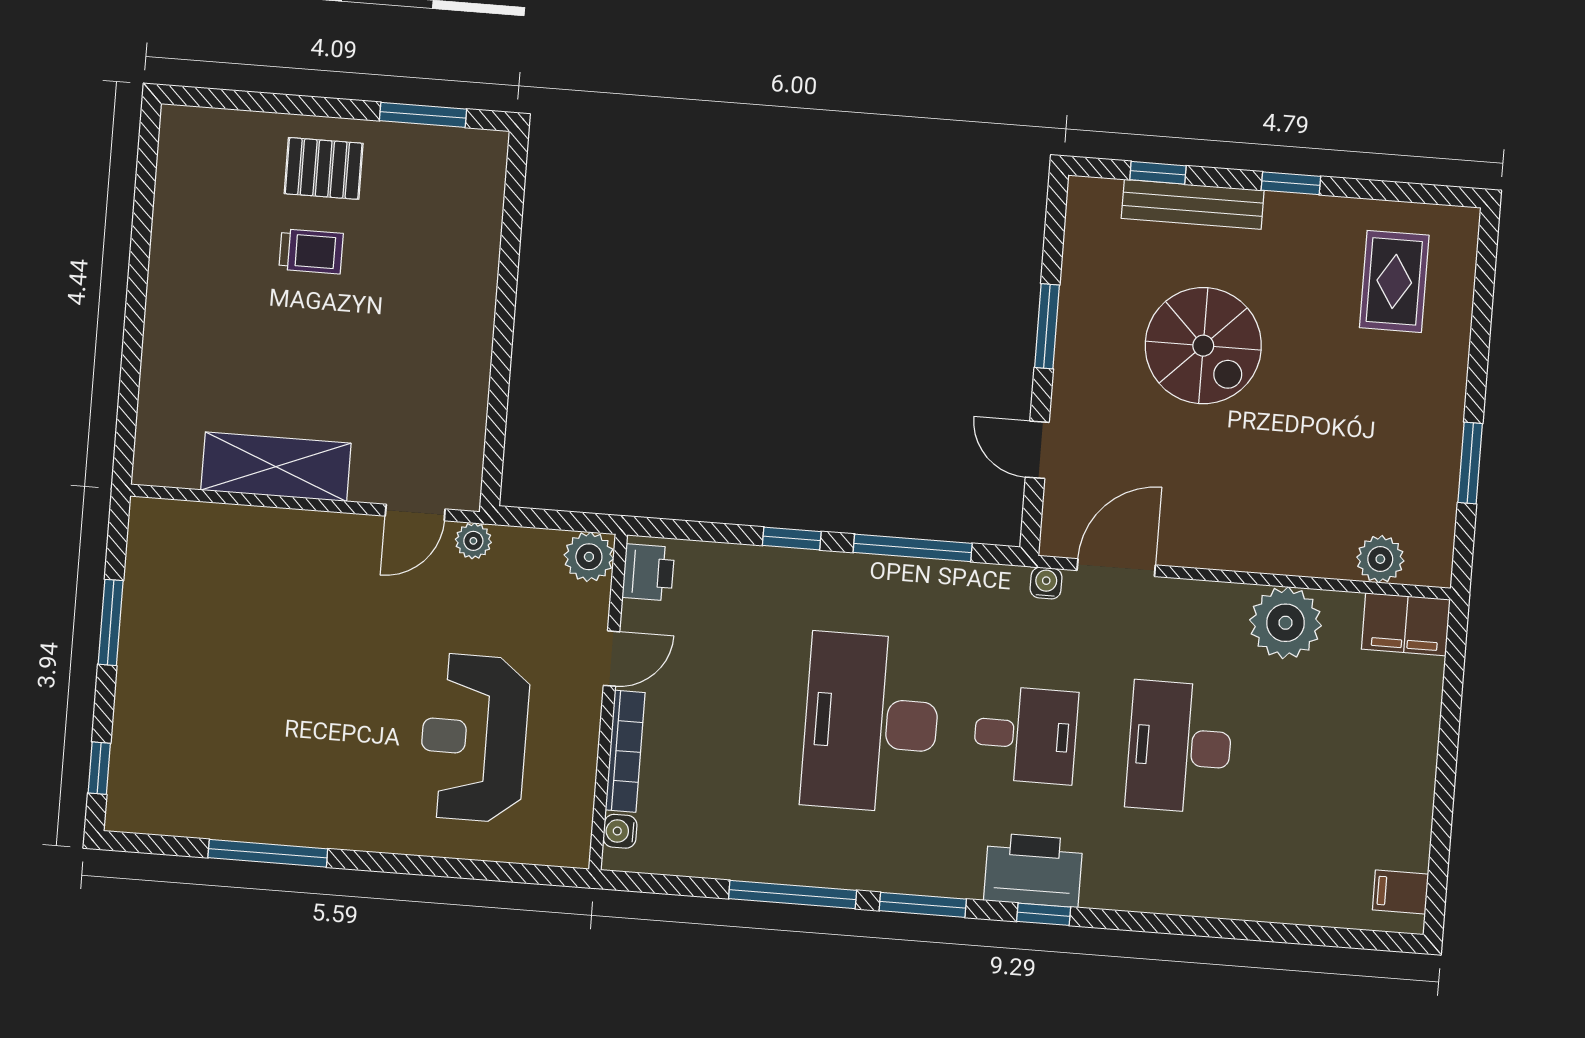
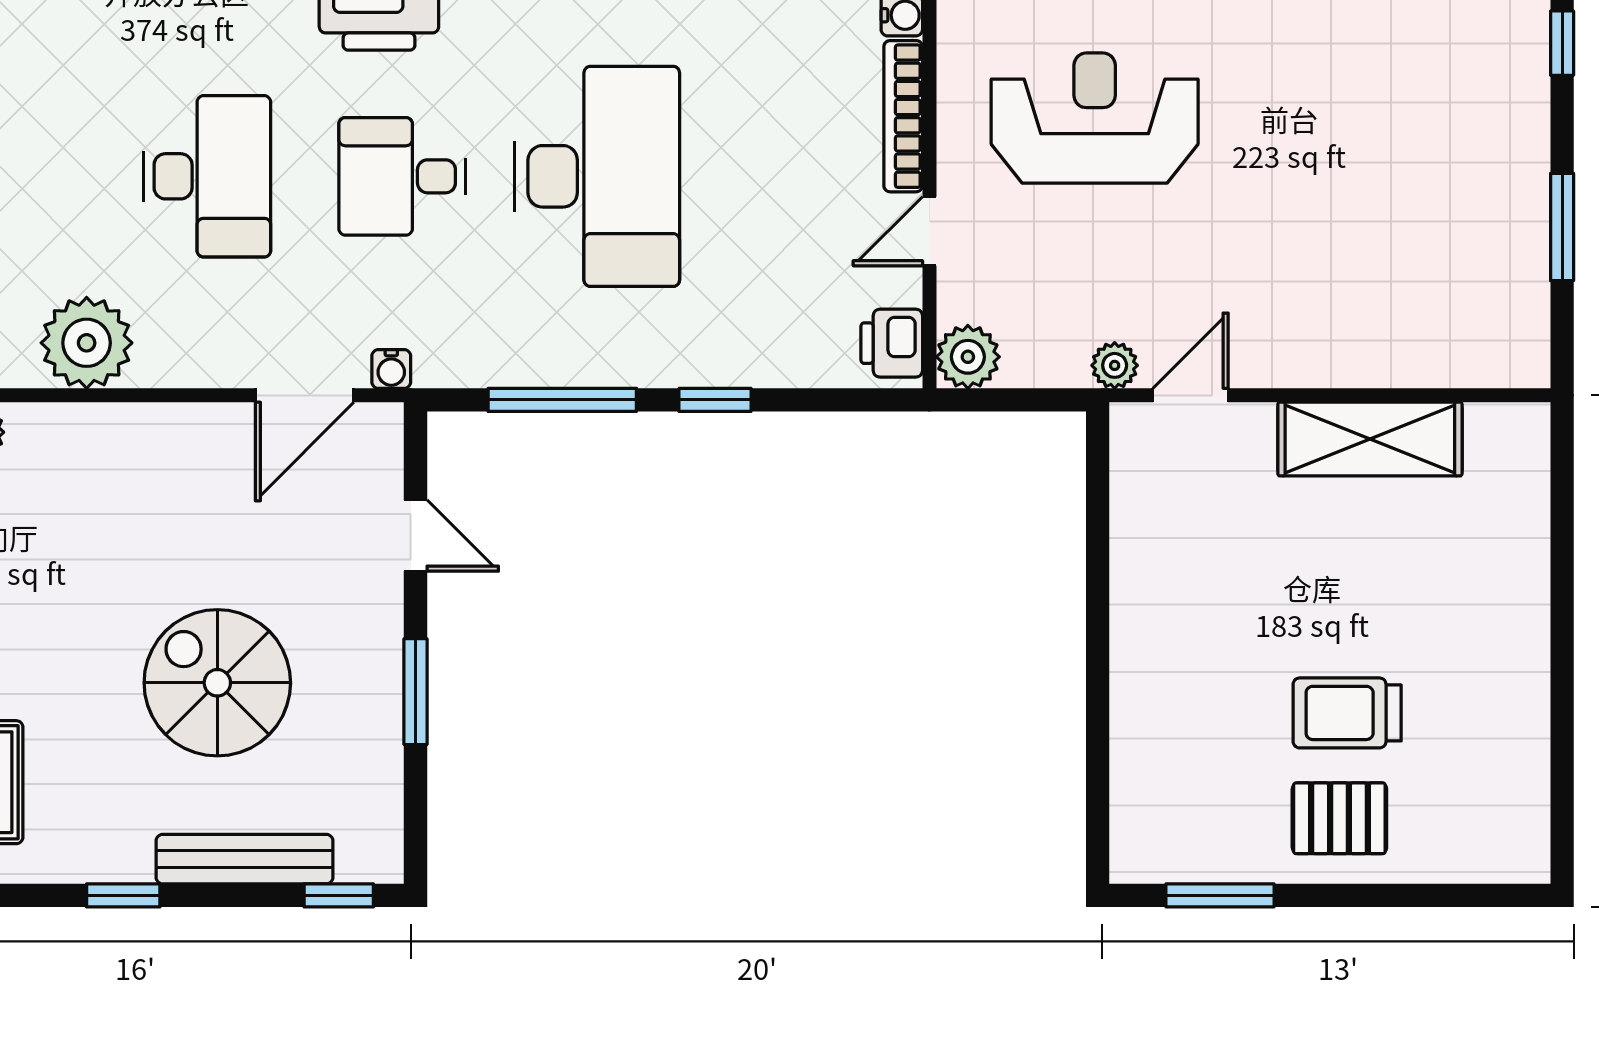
window: (1158, 173) -> (339, 895), moved
trolley: (311, 251) -> (1347, 713), width x1.36, depth x1.39
reception desk: (474, 738) -> (1095, 118), turned -90

